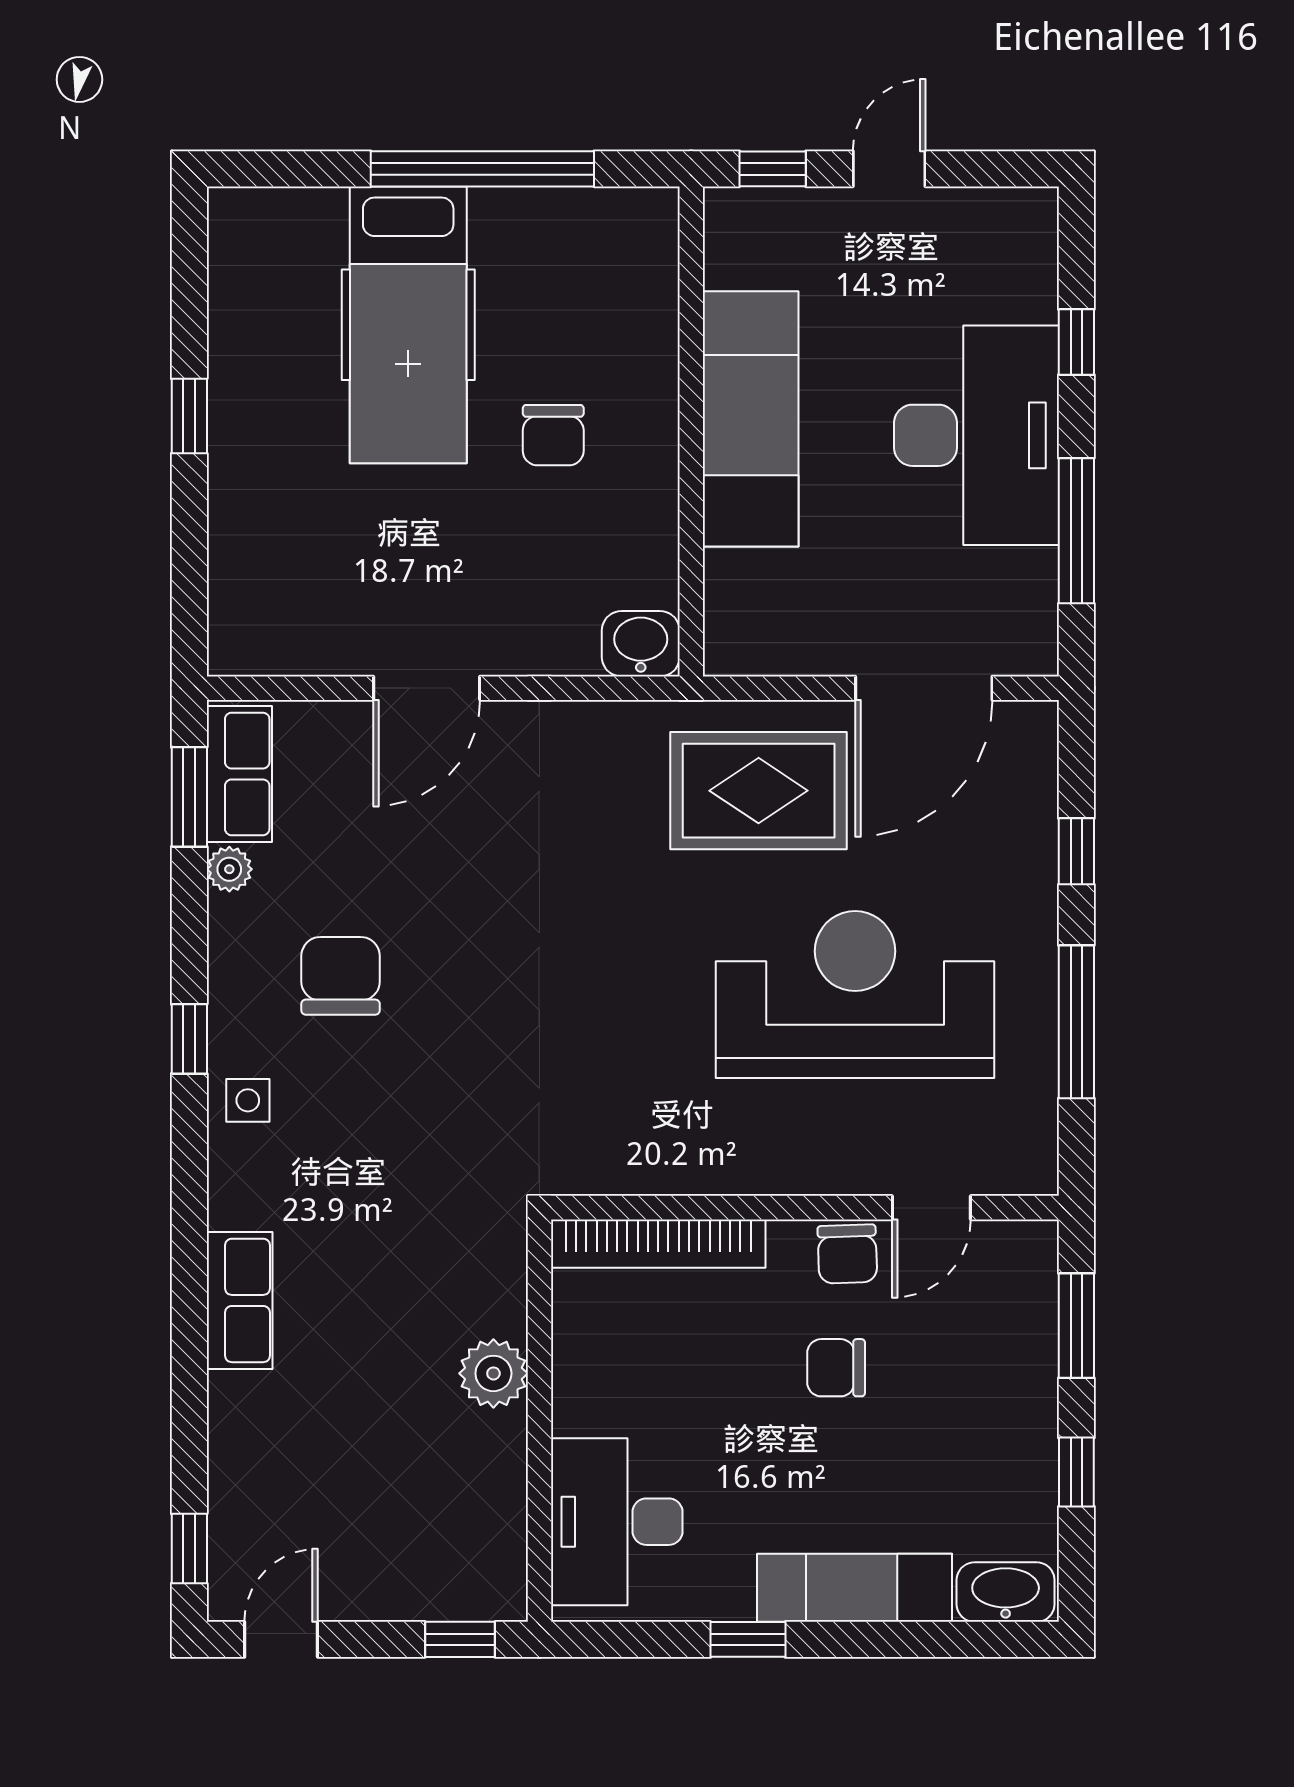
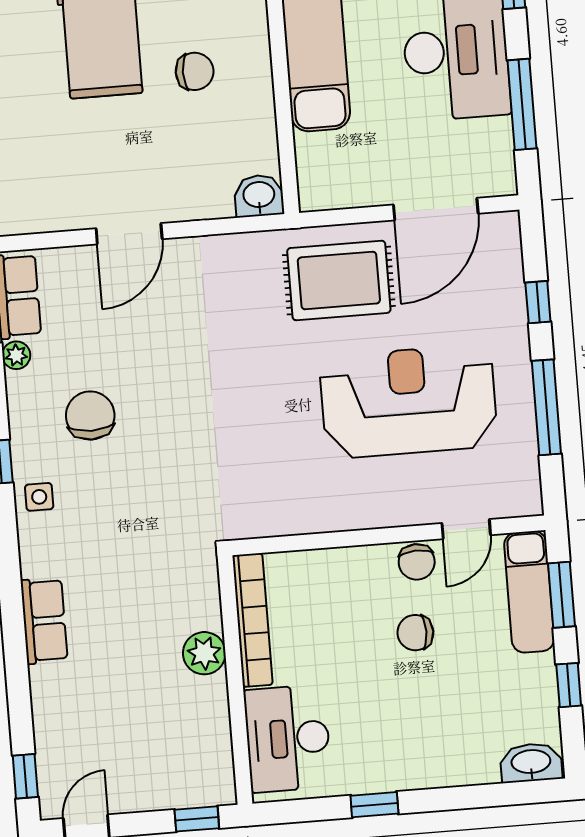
chair: (553, 435) -> (195, 71), turned -90
bookcase: (658, 1244) -> (252, 620), moved, turned -90
exam couch: (855, 1588) -> (529, 592), moved, turned -90

